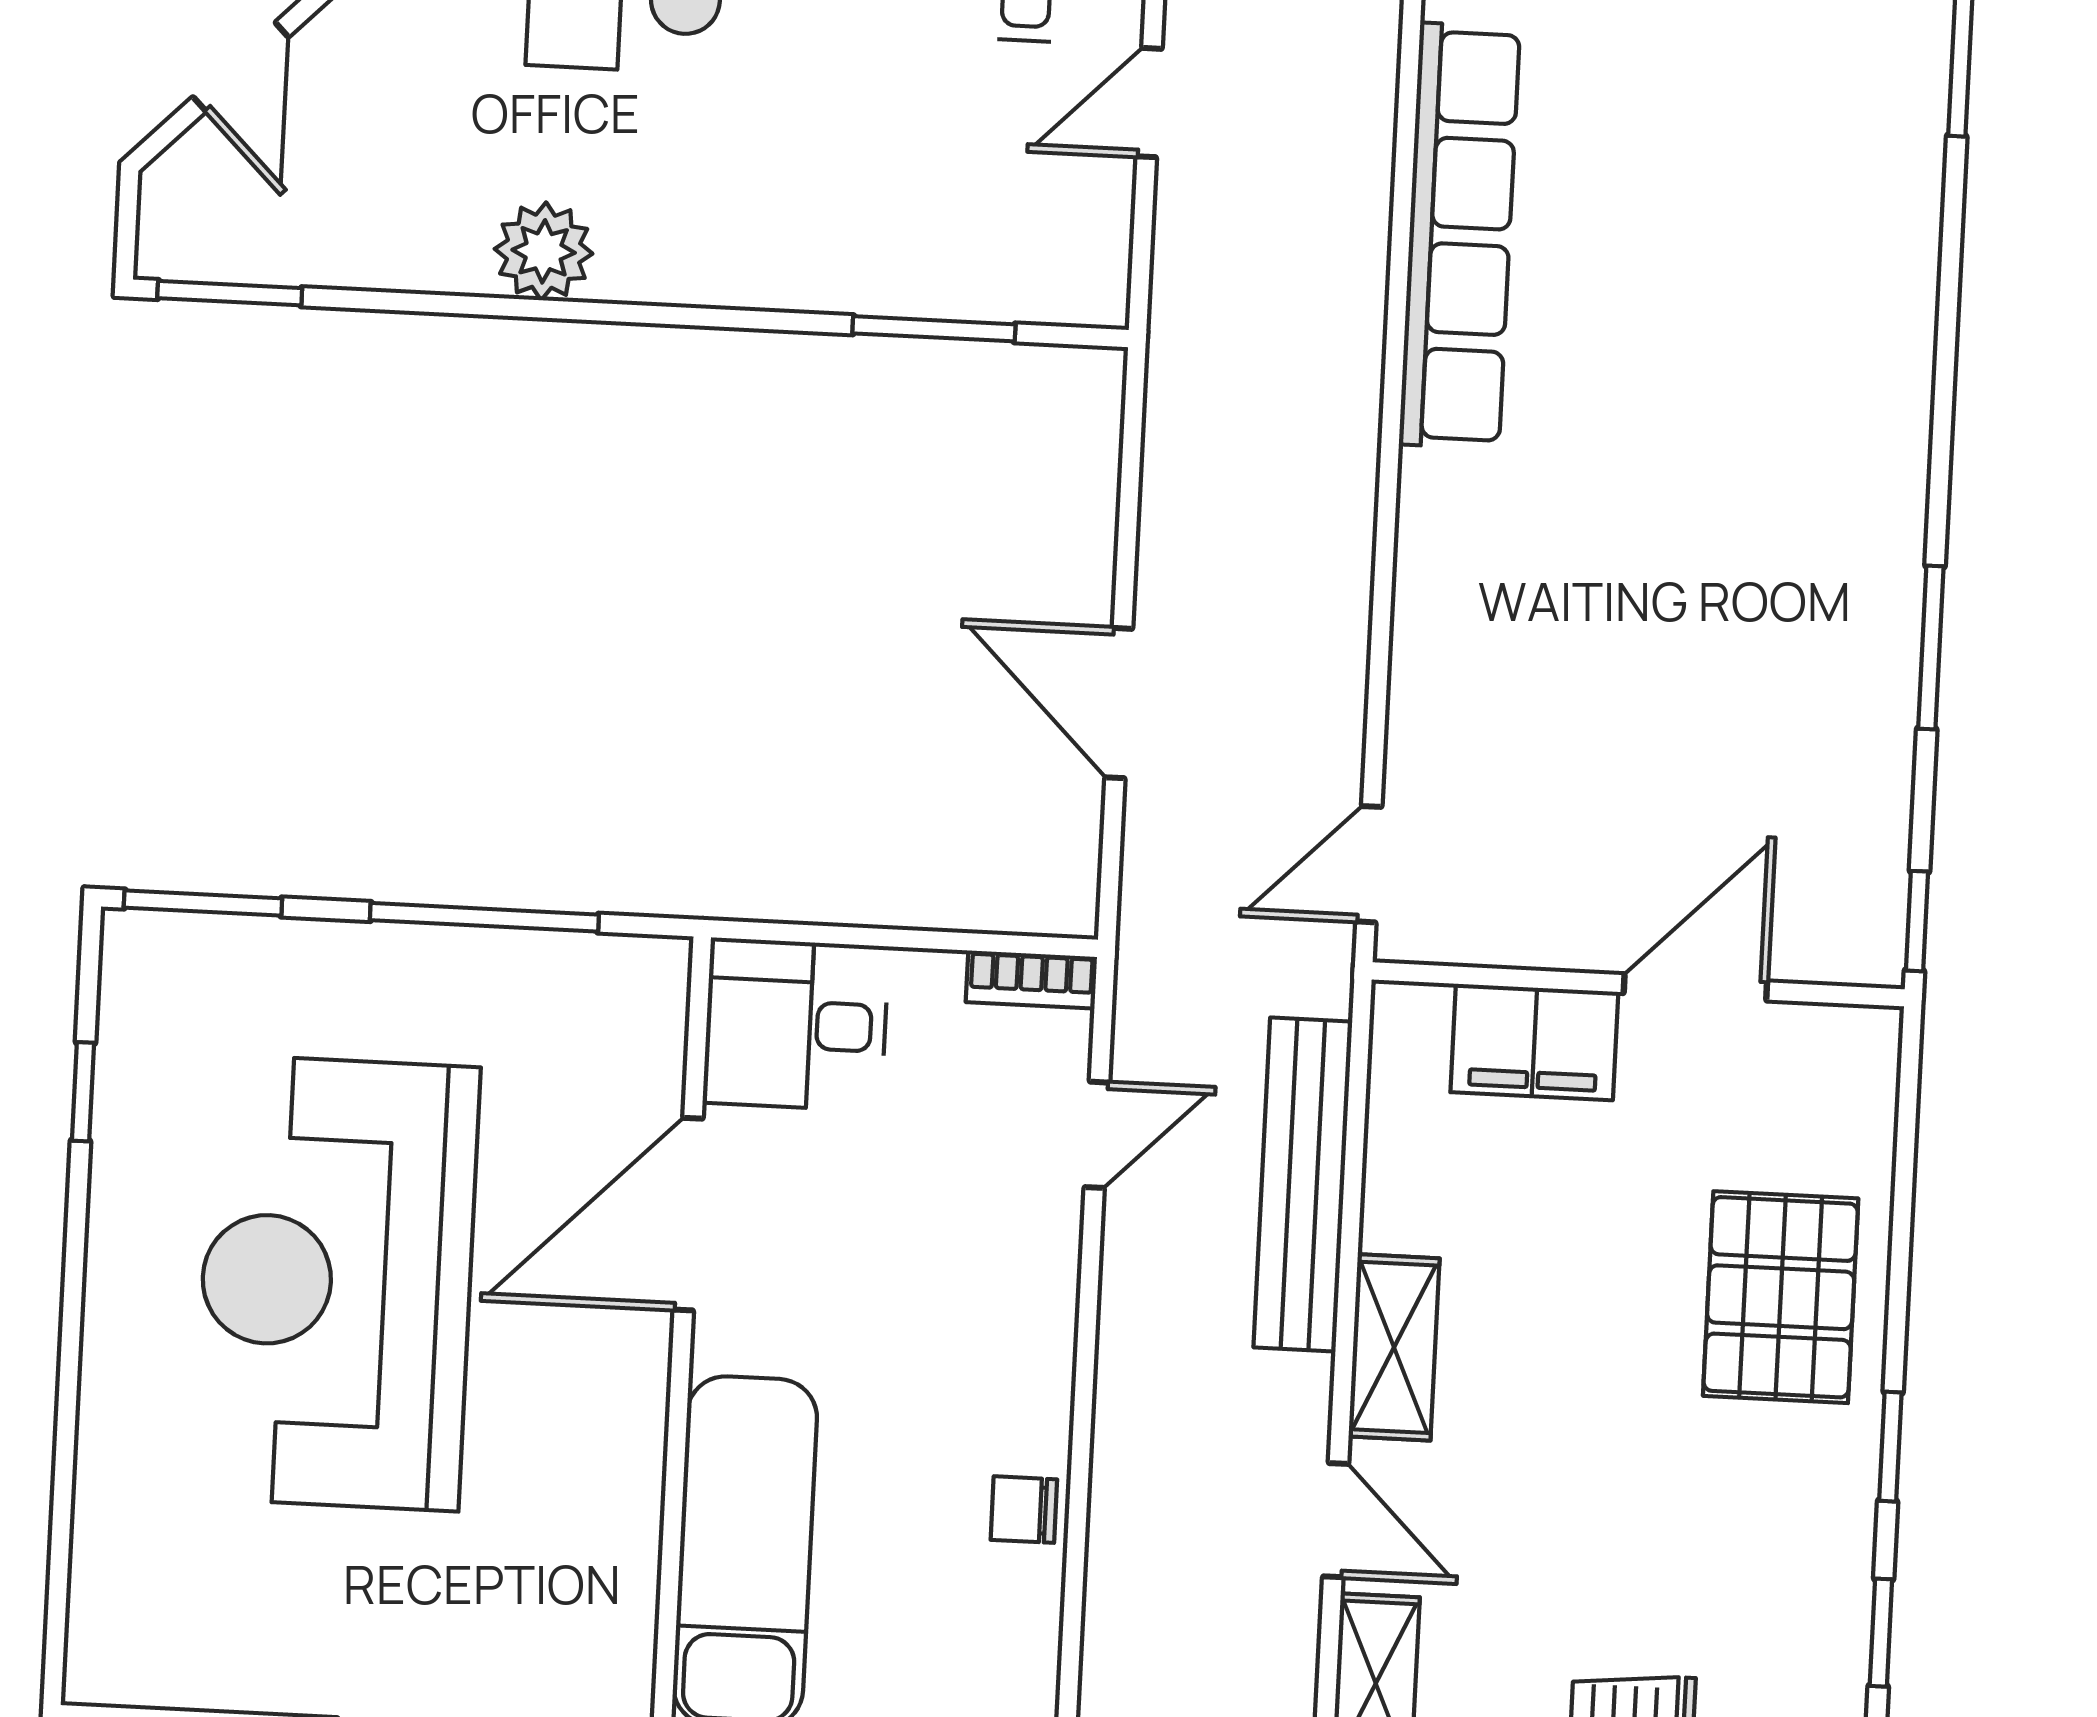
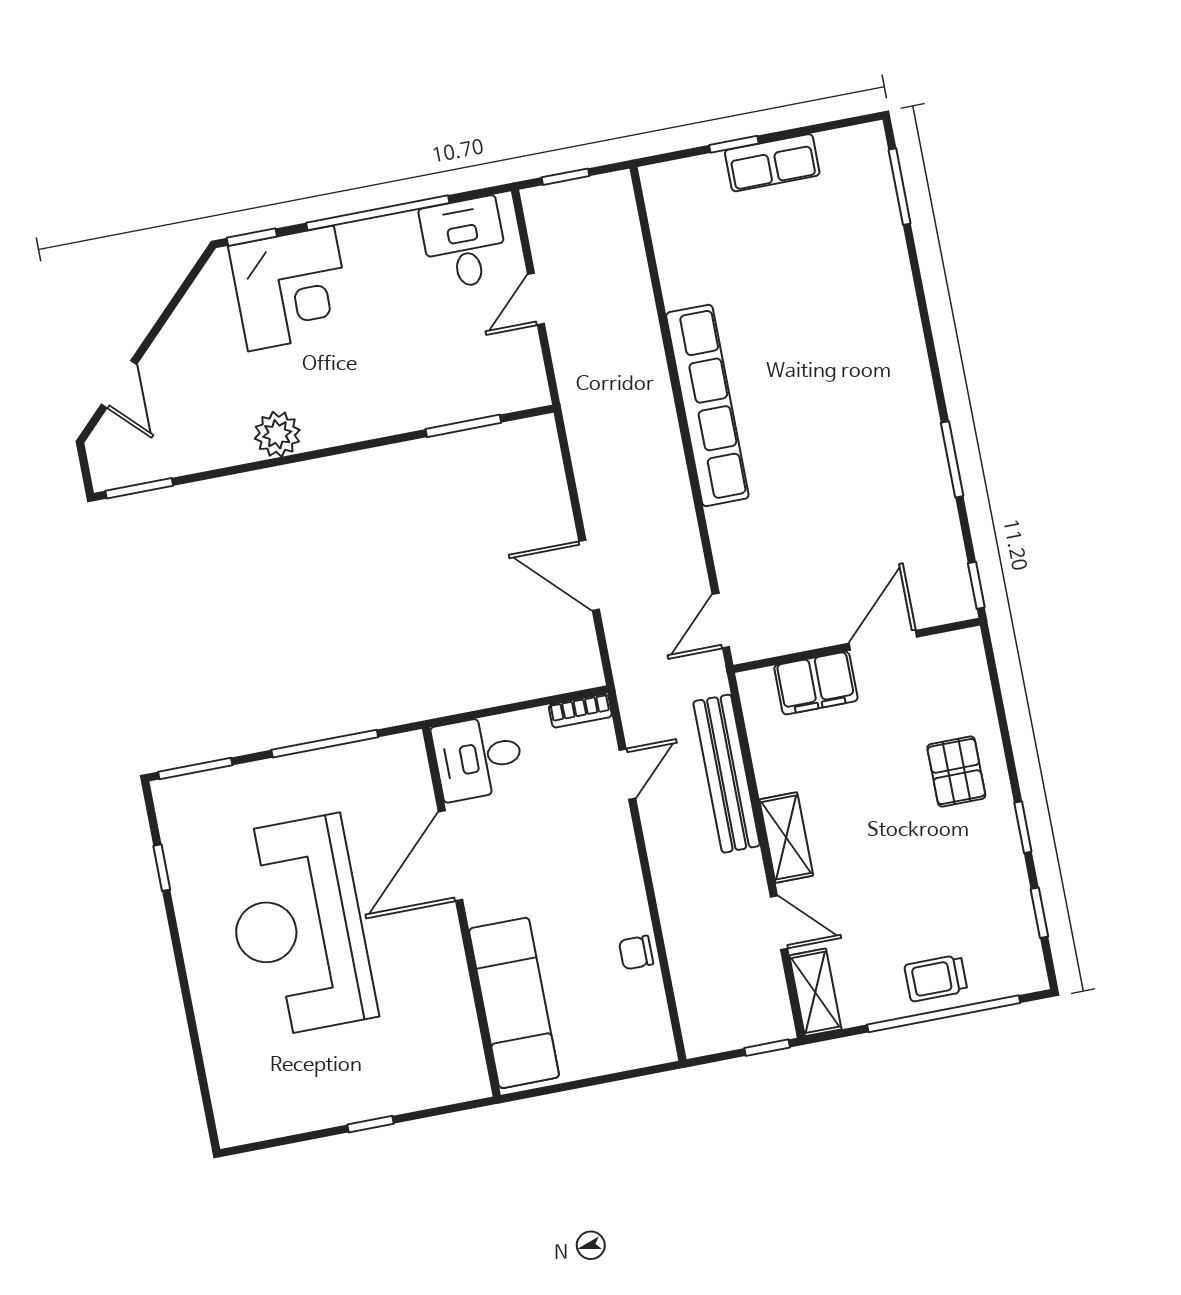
row of seats: (1459, 236) -> (707, 405), moved
pallet: (1781, 1297) -> (956, 772), width x0.67, depth x0.71

